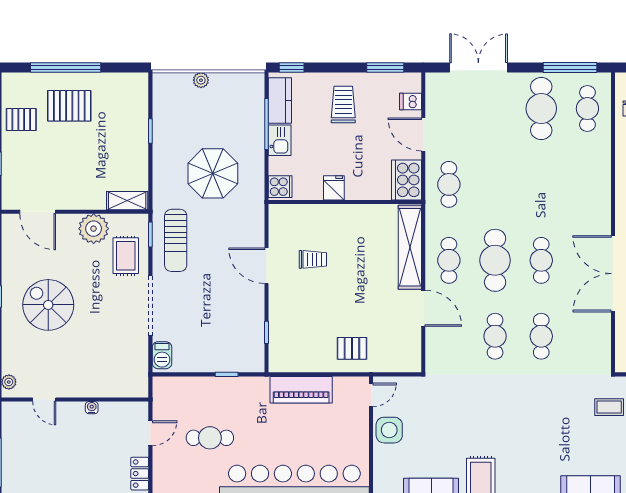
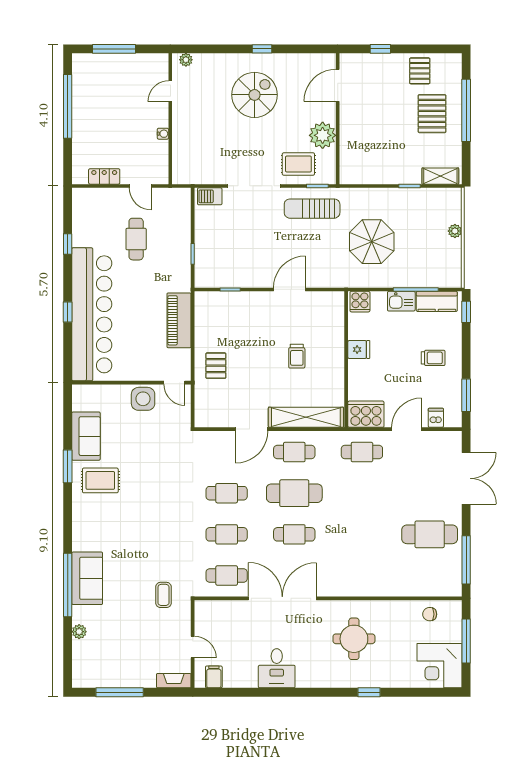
trolley: (343, 105) -> (433, 358), width x0.73, depth x0.72
cafe table: (587, 109) -> (227, 576), moved
shelving: (127, 201) -> (440, 176), moved, turned 90
trolley: (313, 259) -> (297, 356), moved

